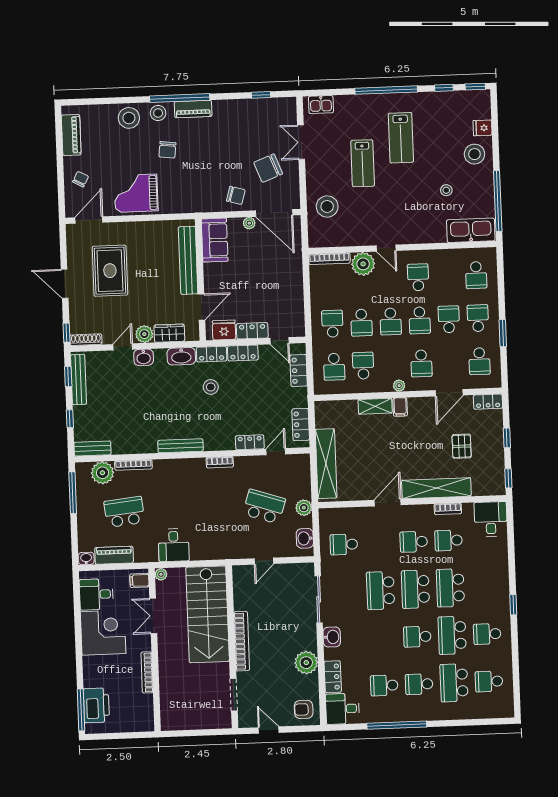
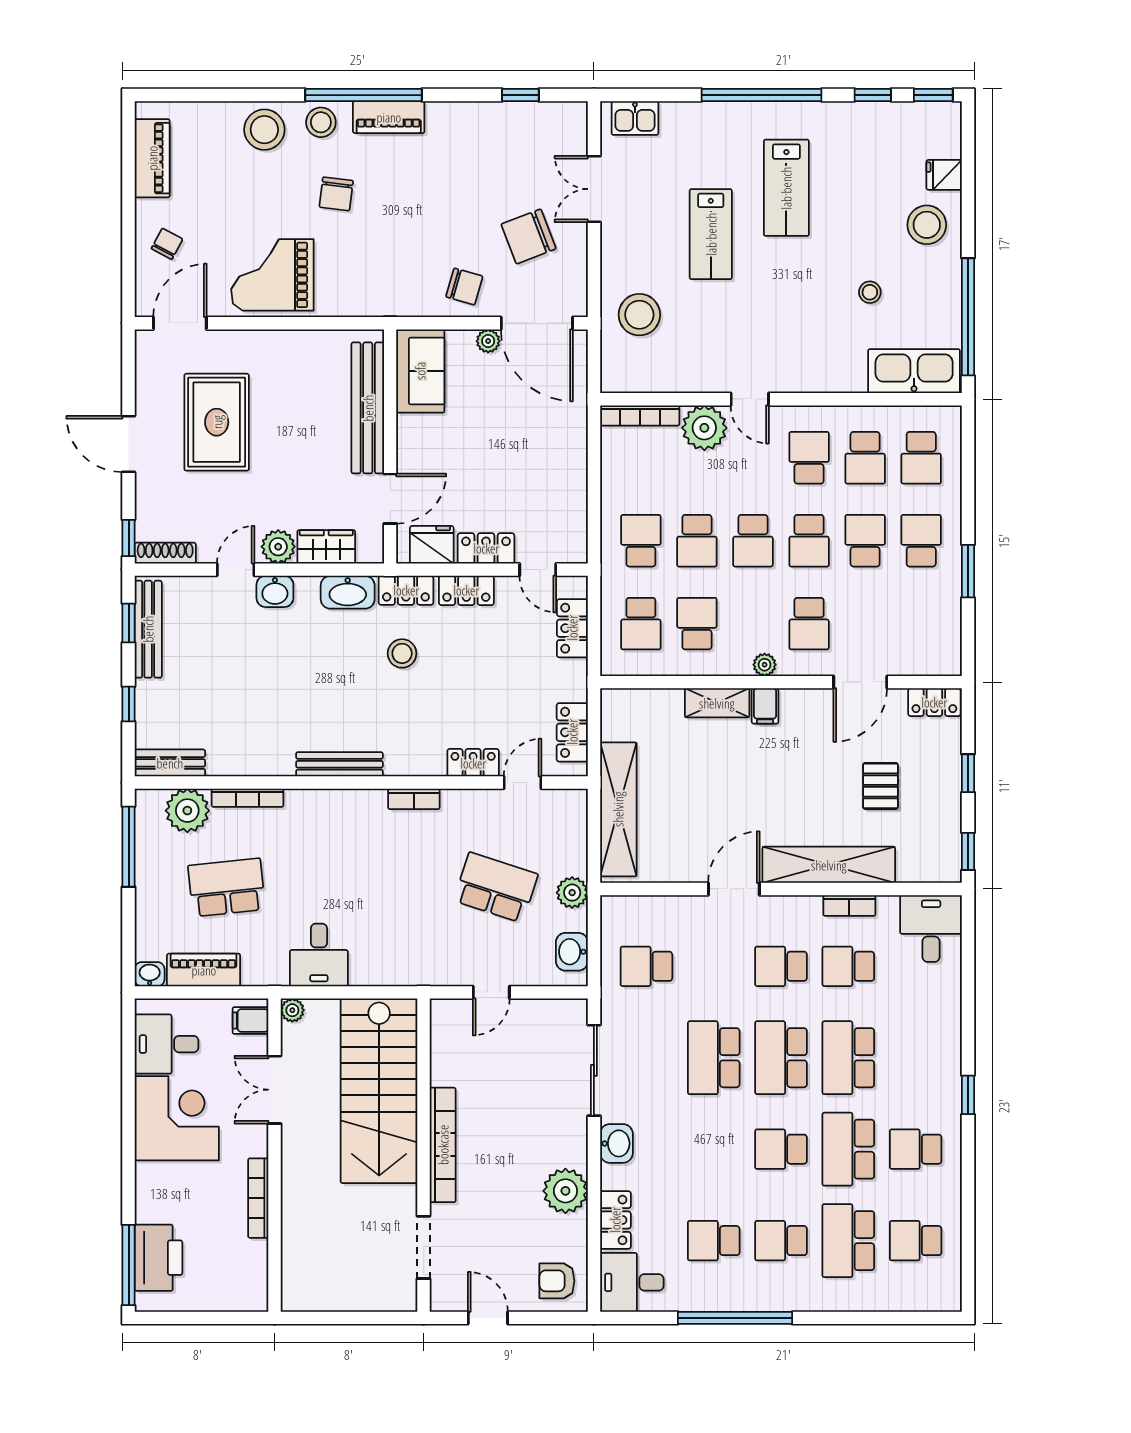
school desk: (480, 361) -> (865, 458), moved

